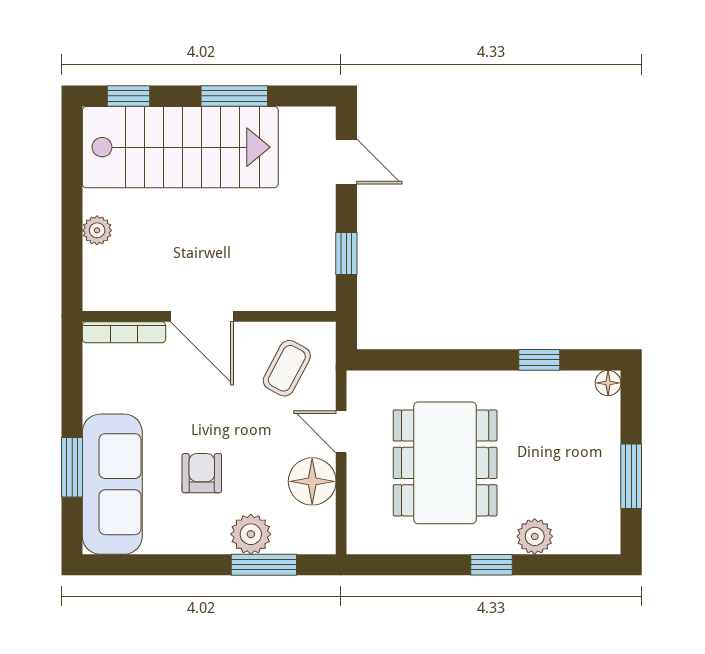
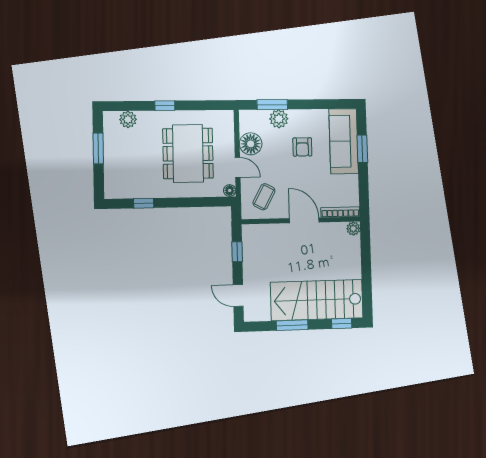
plant: (97, 230) -> (353, 228), moved
floor lamp: (608, 383) -> (230, 190), moved
plant: (535, 536) -> (128, 119), moved

